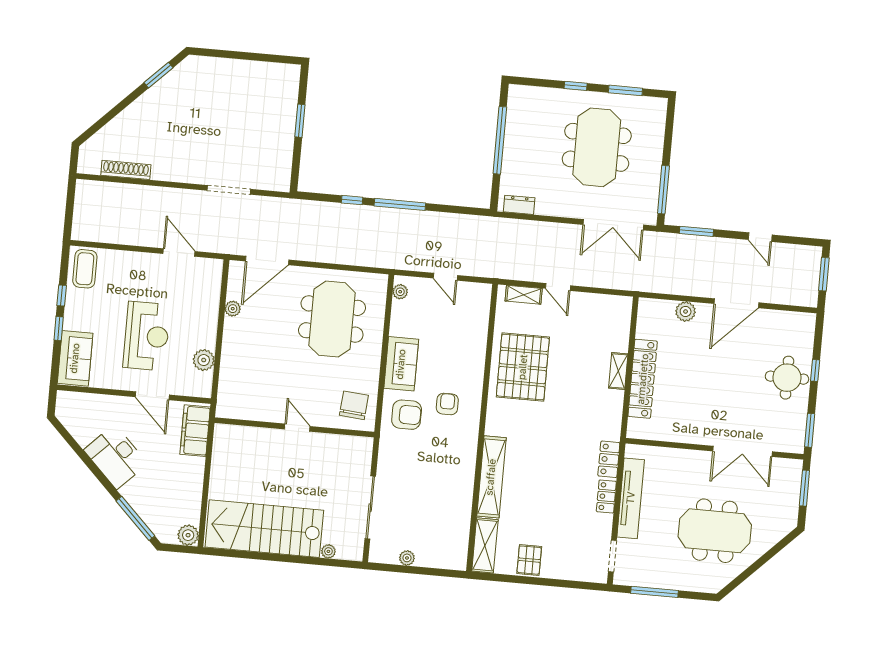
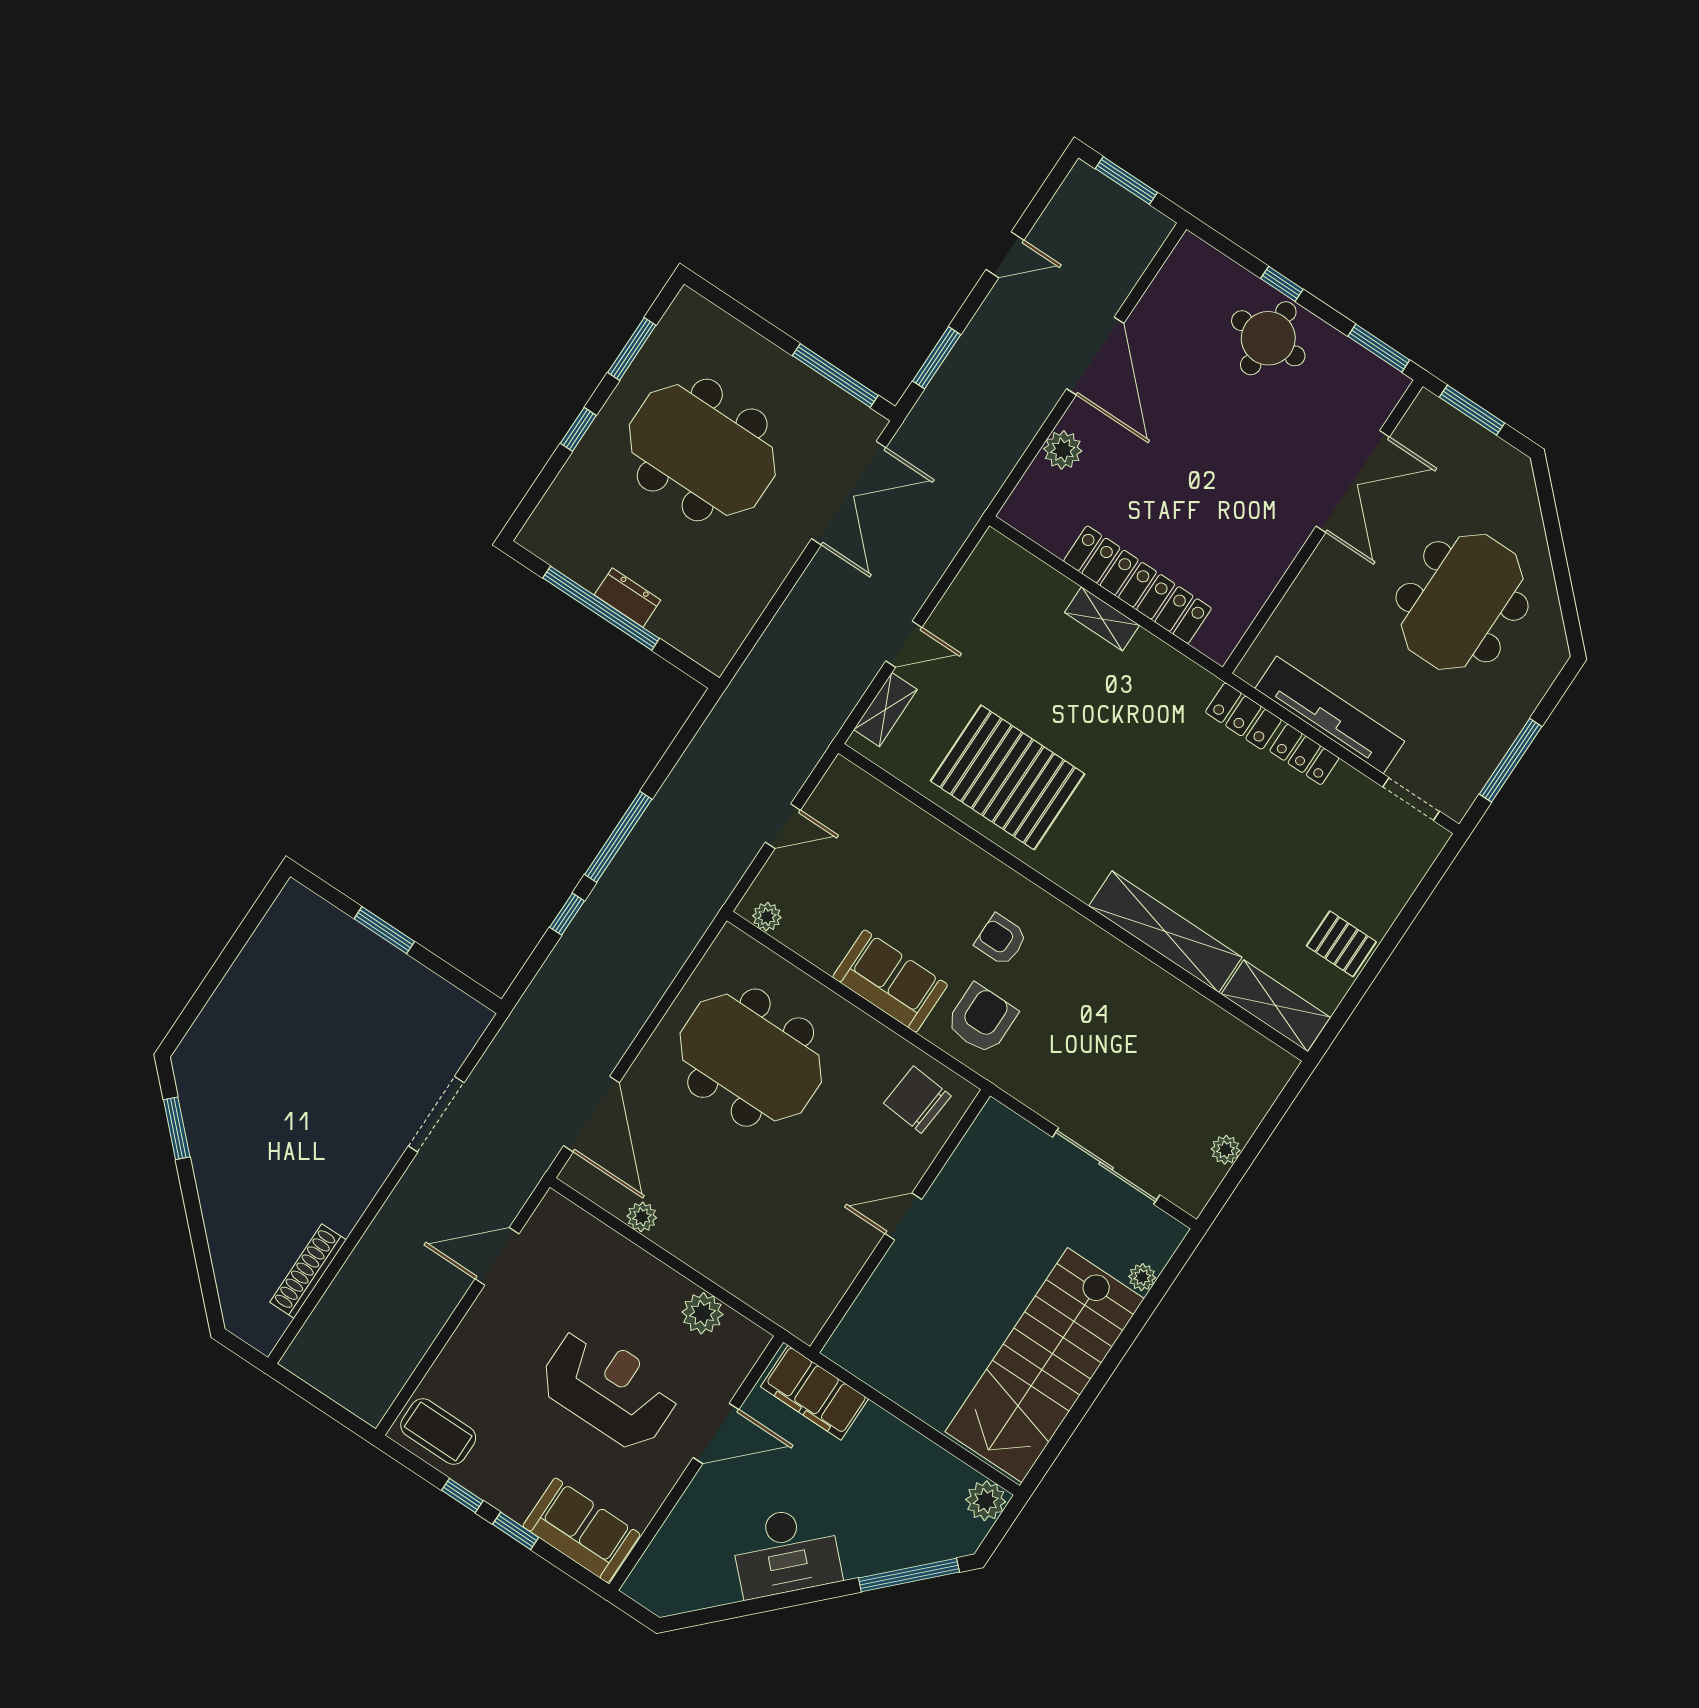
dresser: (519, 205) -> (628, 597), moved, turned 90

